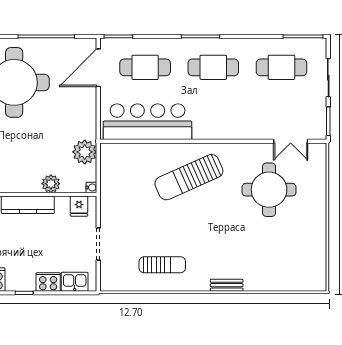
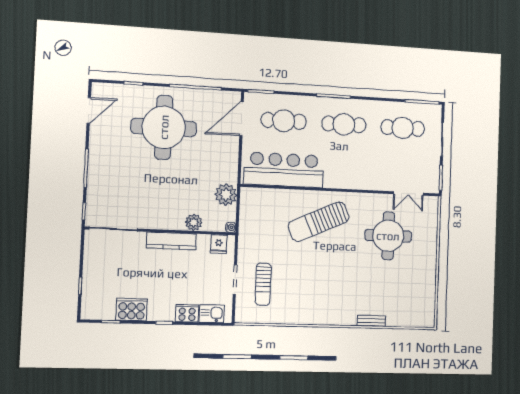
sun lounger: (162, 265) -> (263, 284), moved, turned 90
bench: (227, 285) -> (371, 321), moved

